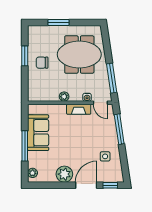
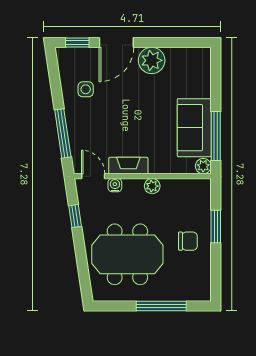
window: (58, 23) -> (161, 306), width x1.44
window: (25, 56) -> (216, 227), moved
window: (112, 78) -> (75, 216), width x0.46
window: (25, 146) -> (216, 136), moved
plant: (33, 173) -> (203, 166), moved

